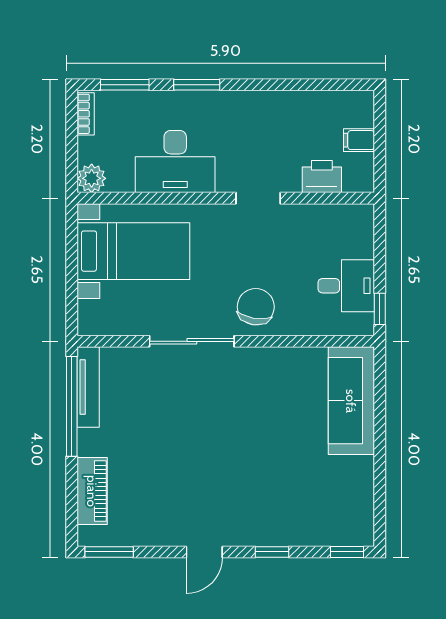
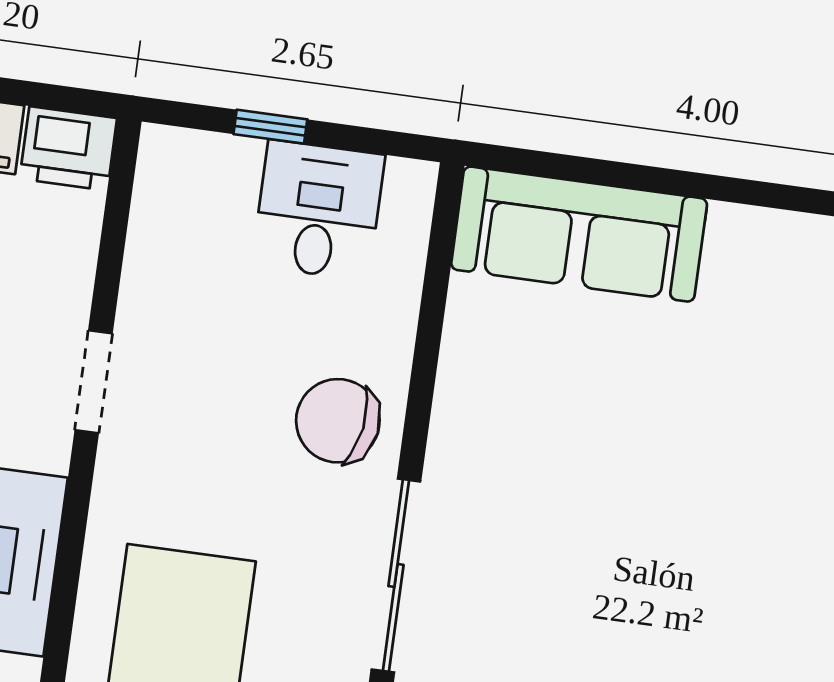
printer: (322, 177) -> (68, 148), moved, turned -90
window: (380, 309) -> (270, 127), moved

